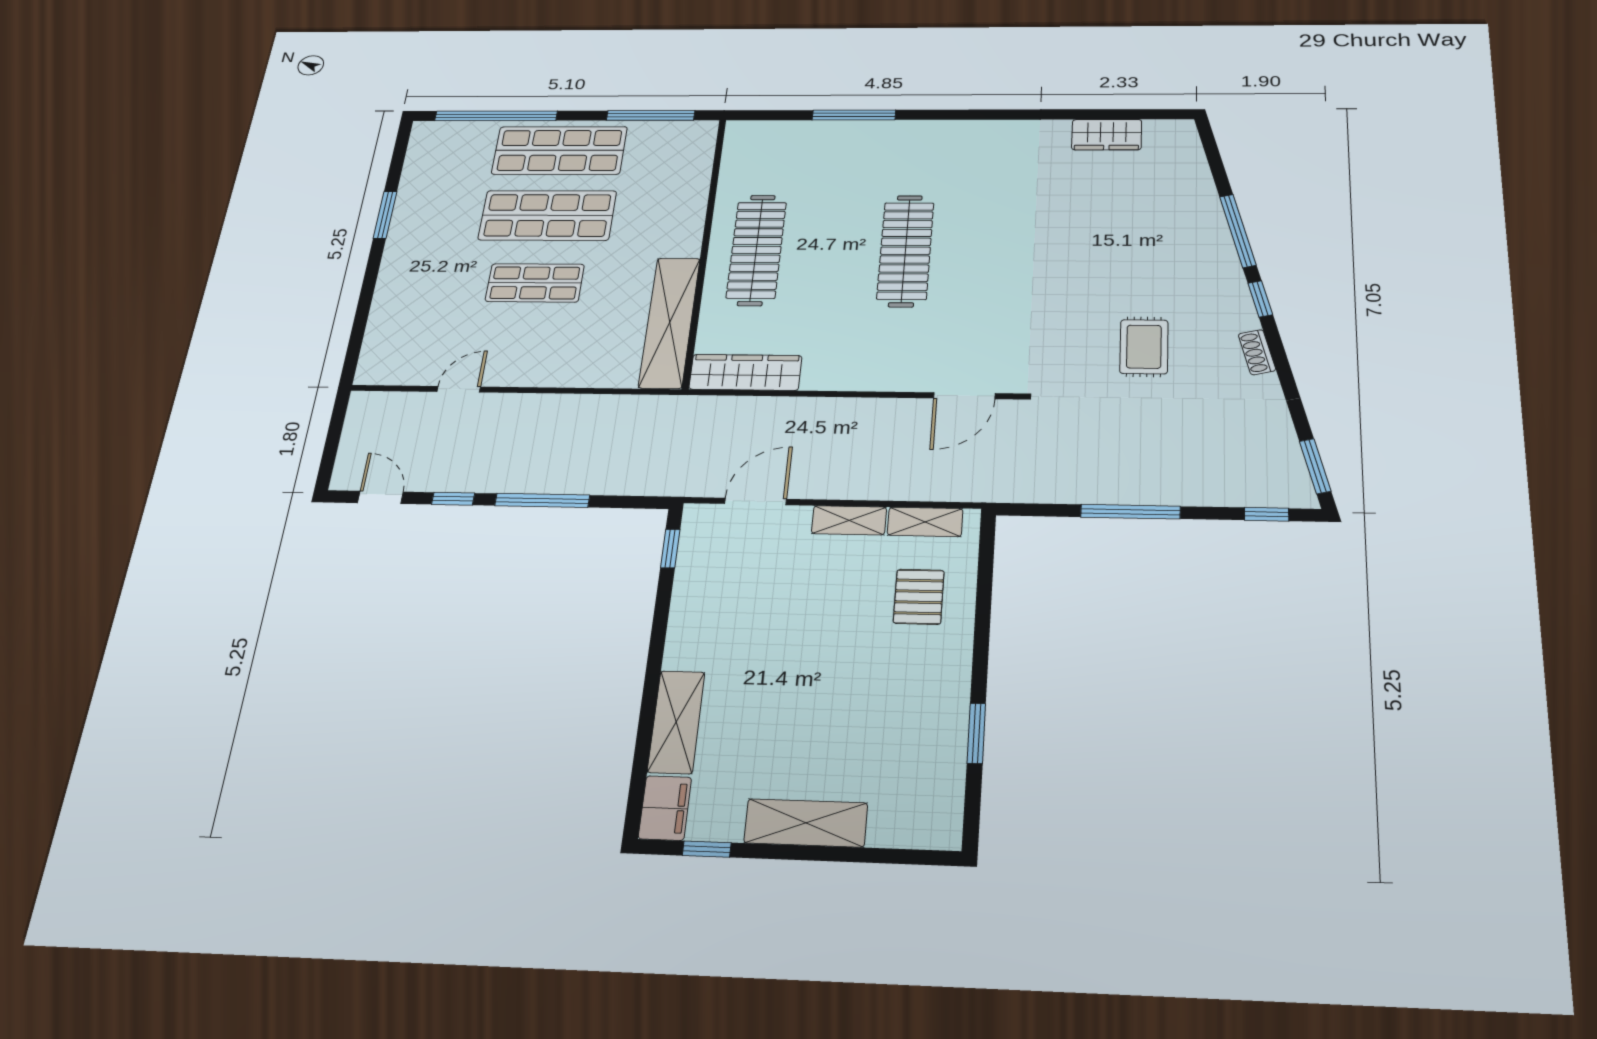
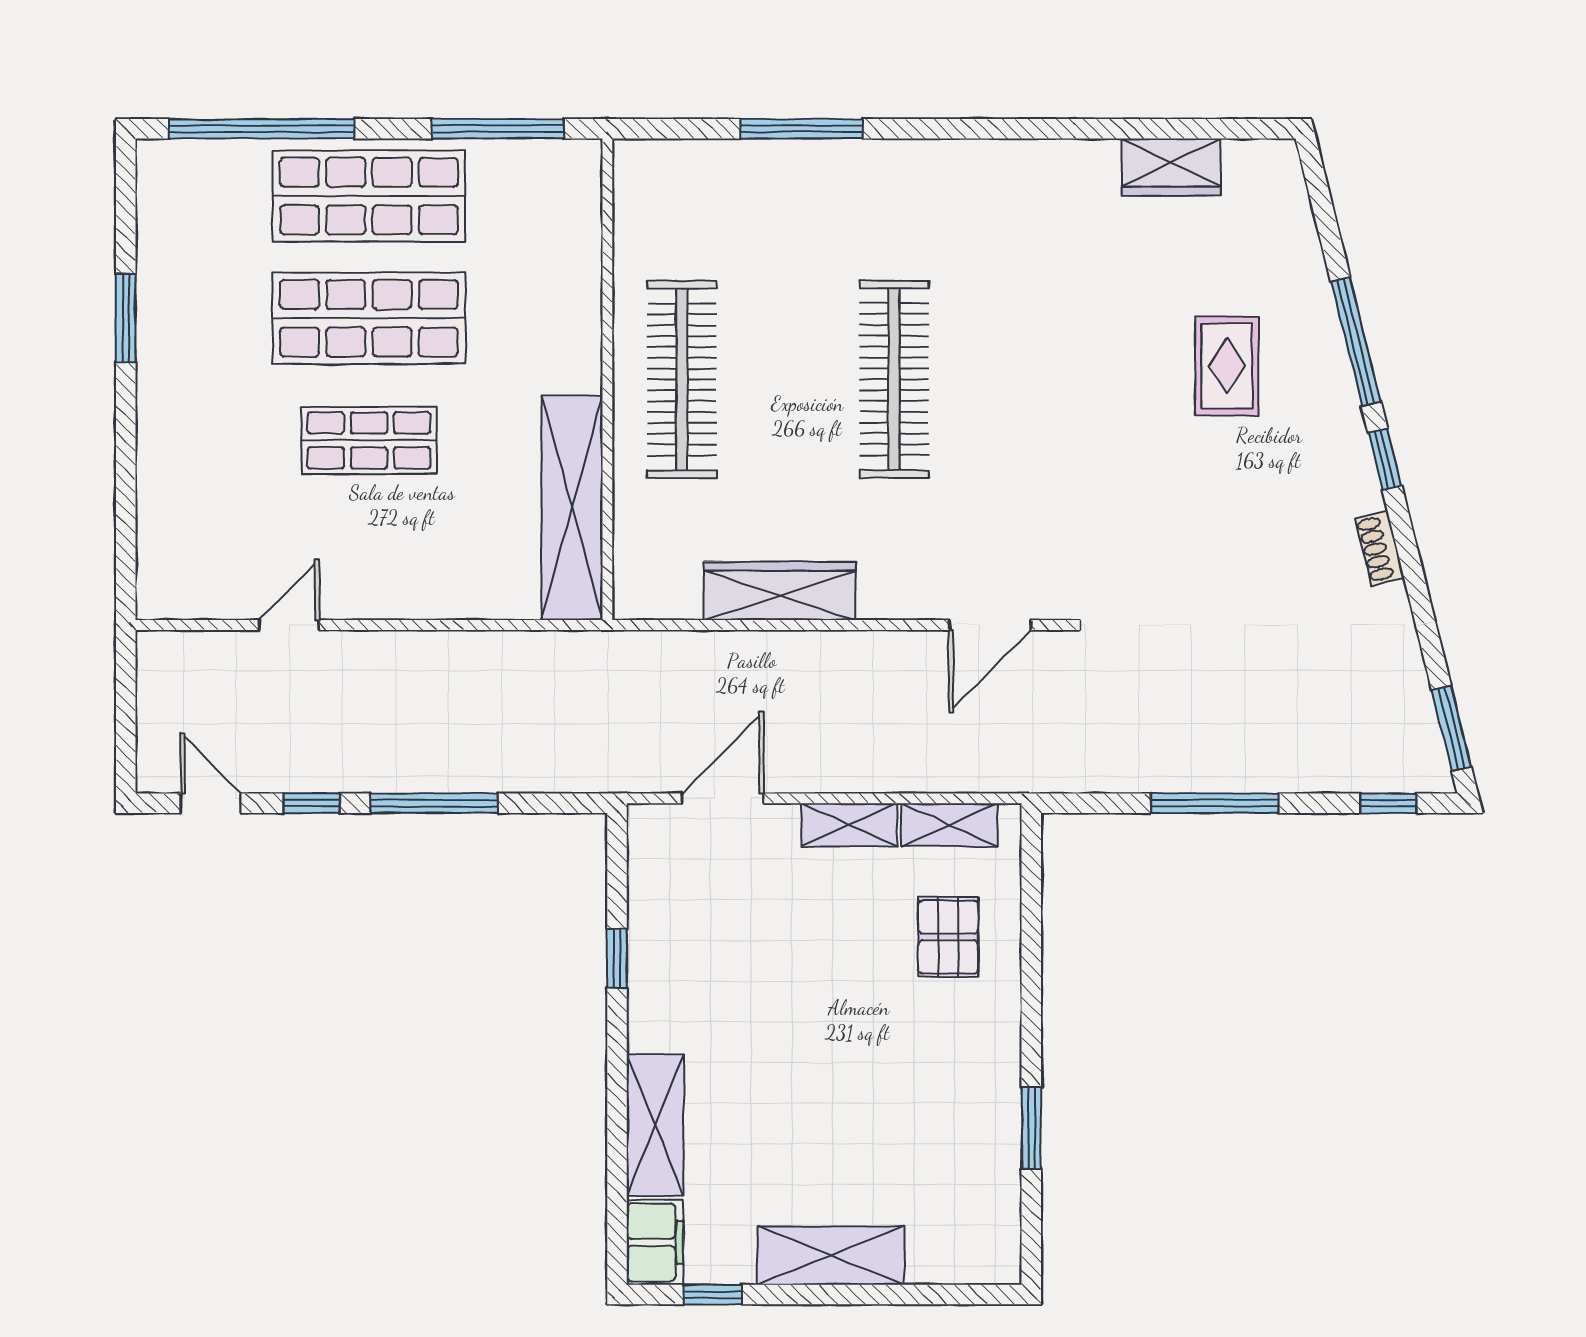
rug: (1144, 347) -> (1227, 366), moved
wardrobe: (745, 372) -> (780, 591), moved
window: (670, 549) -> (617, 958), moved

